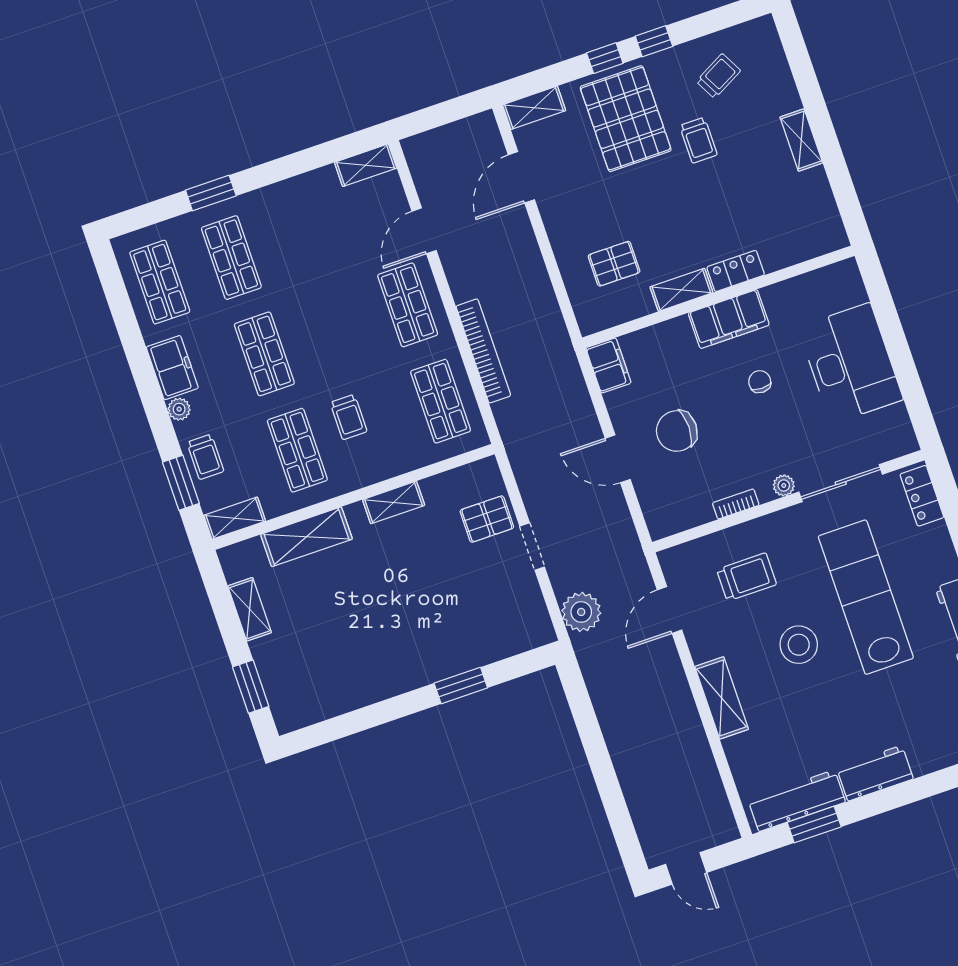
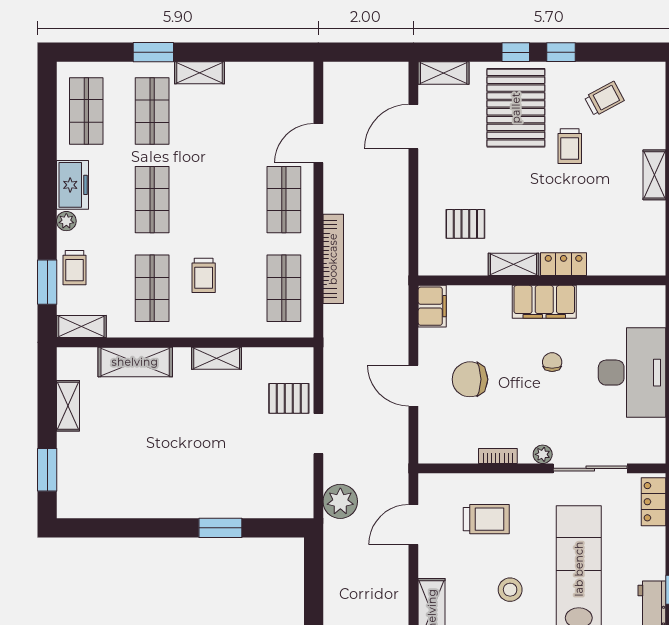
shelving: (366, 165) -> (200, 73), moved
stool: (799, 645) -> (510, 590), width x0.73, depth x0.73

